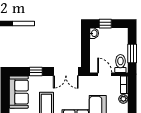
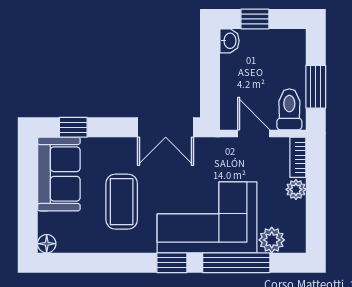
window: (36, 71) -> (73, 127), moved

